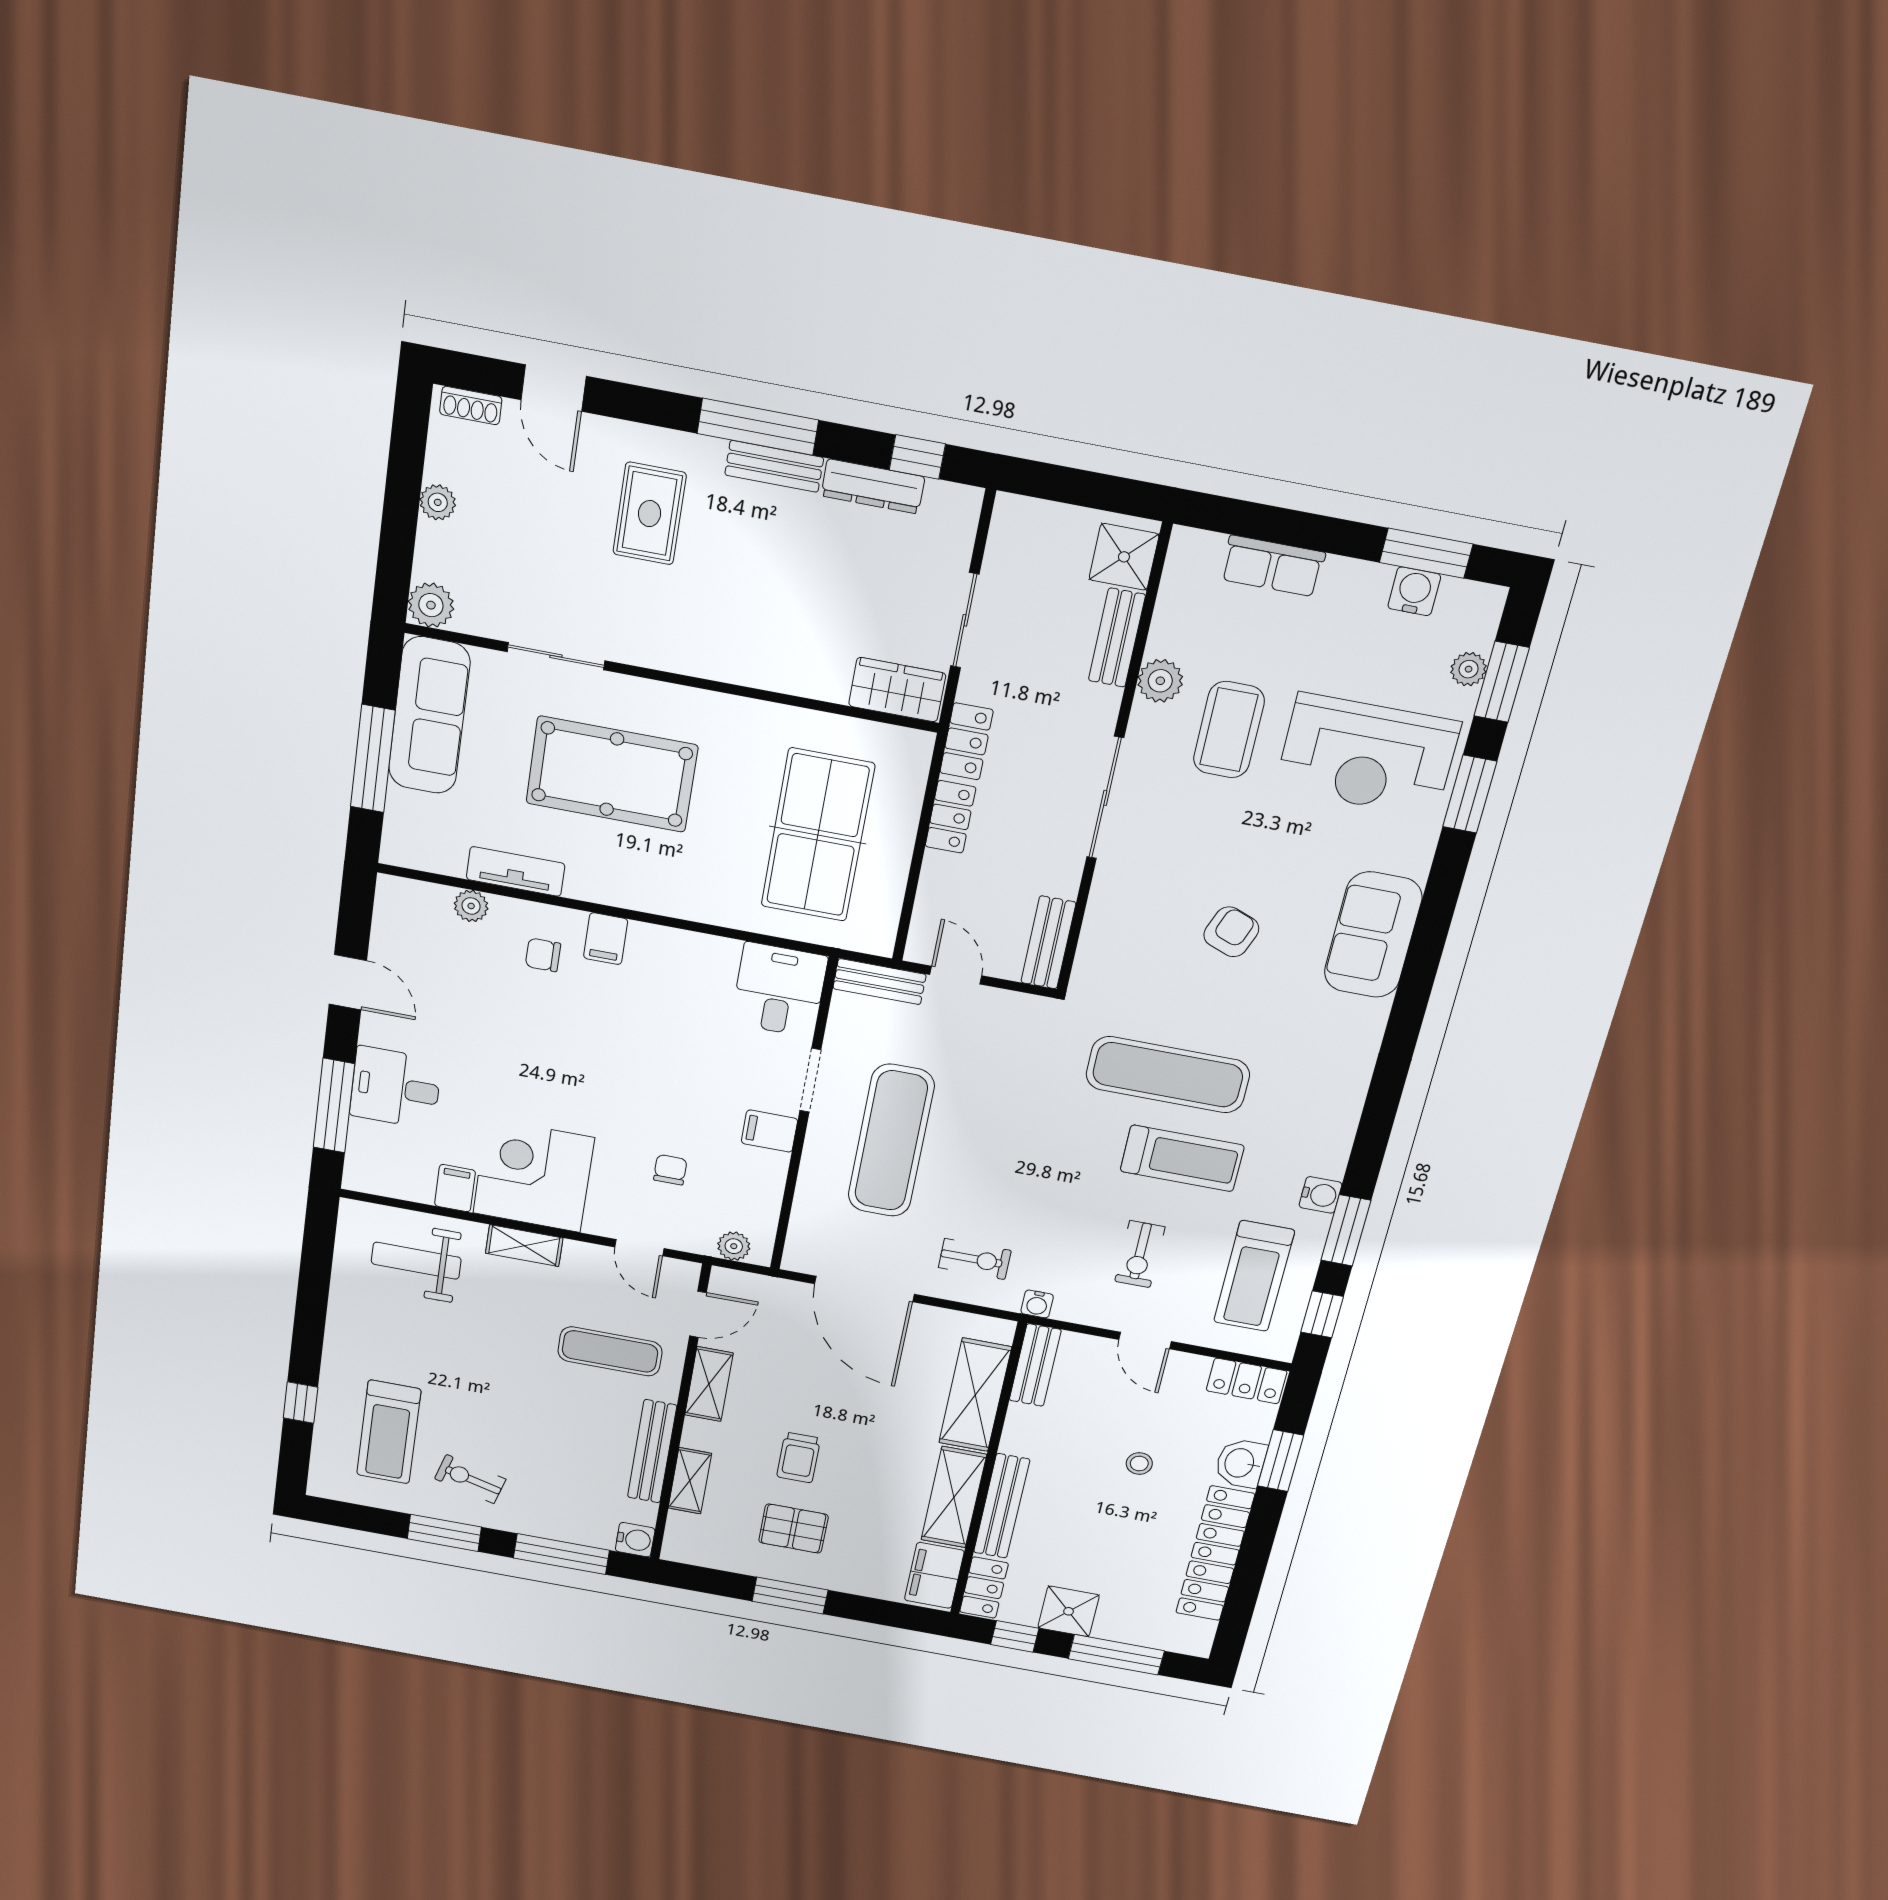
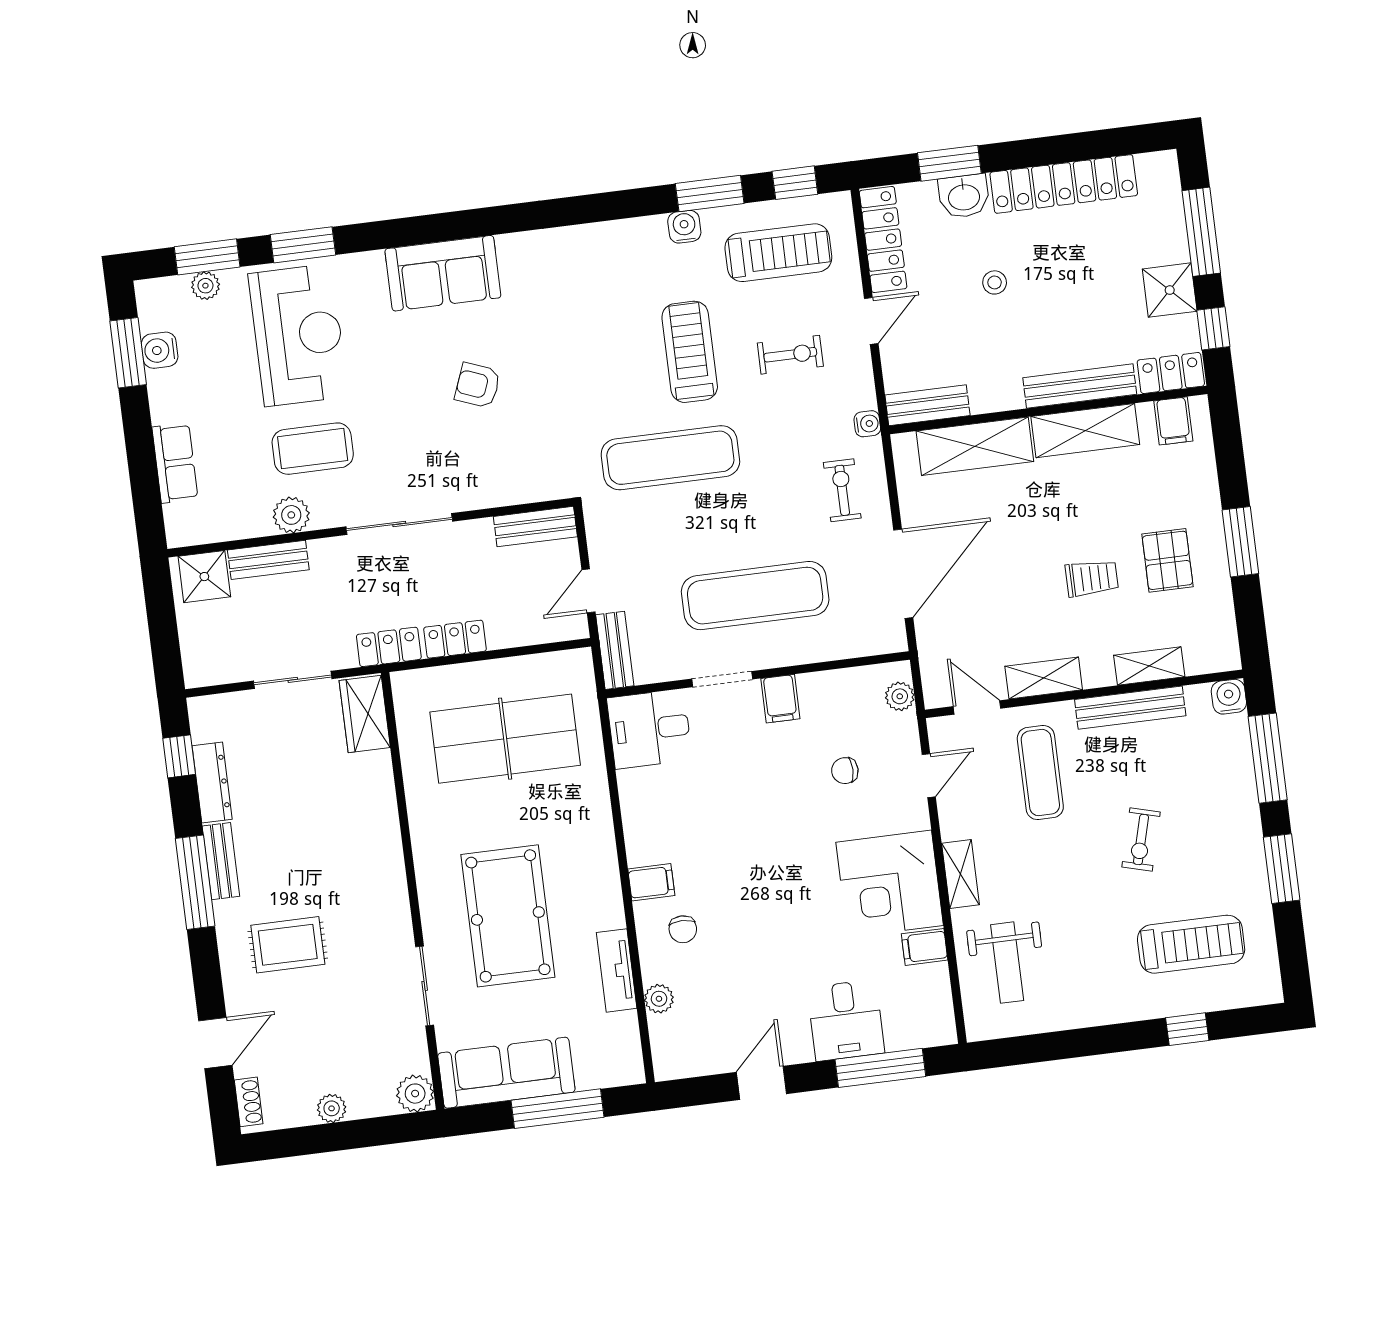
exercise mat: (1168, 1075) -> (670, 458), moved, turned 90
locker: (1247, 1381) -> (883, 240), width x1.53
exercise bike: (470, 1479) -> (1141, 839), moved
filing cabinet: (934, 1575) -> (1173, 421), width x0.50

